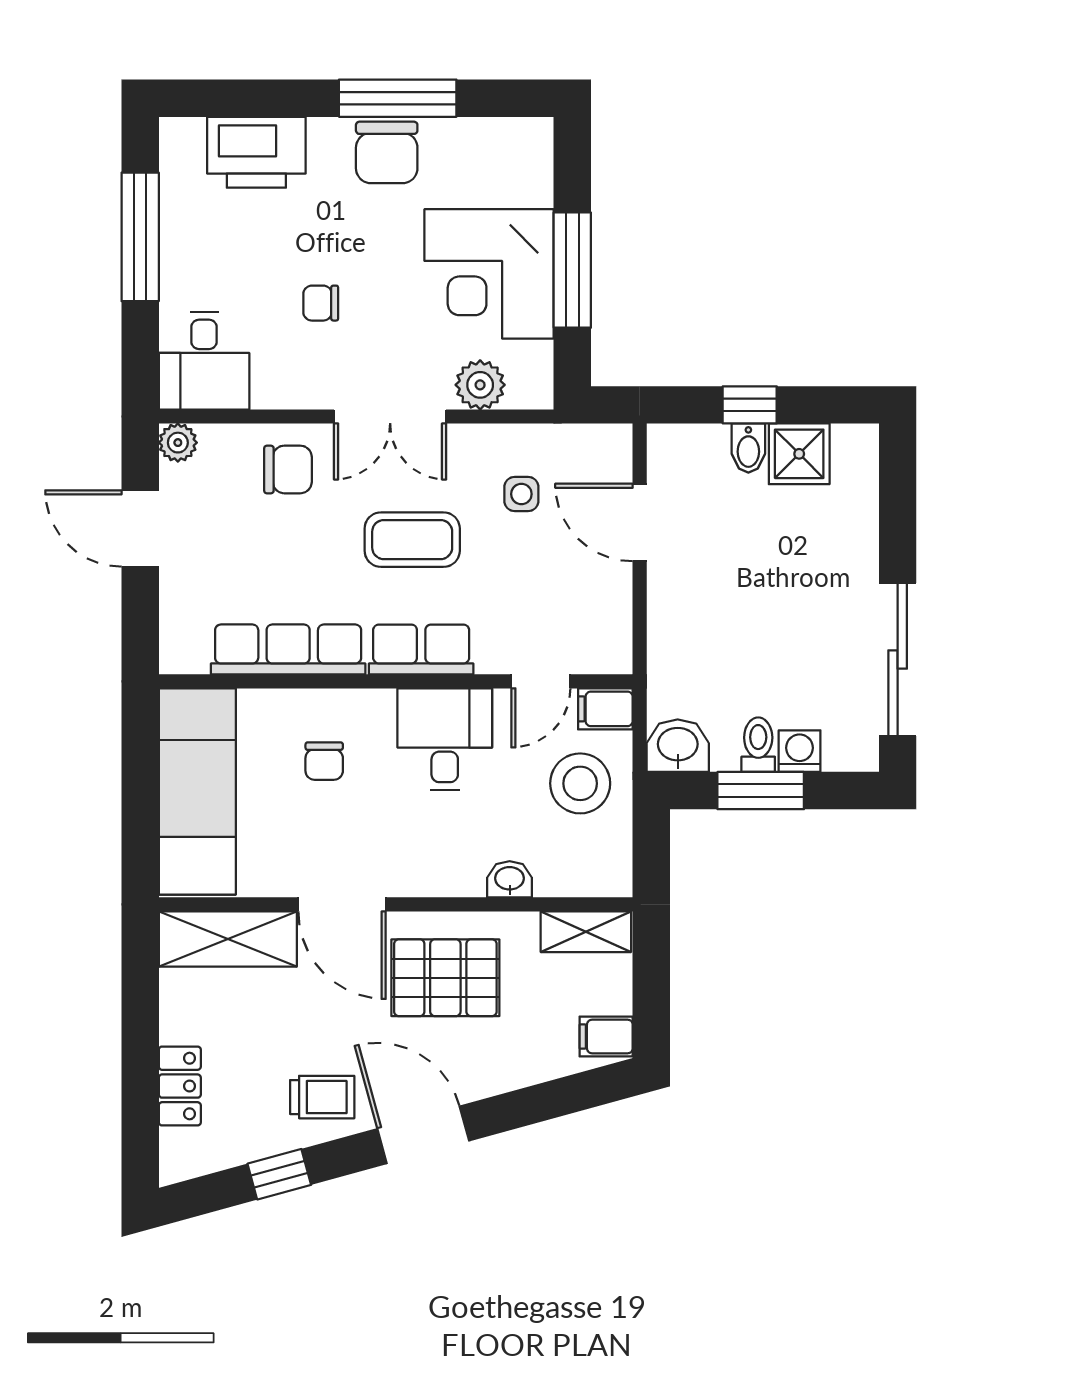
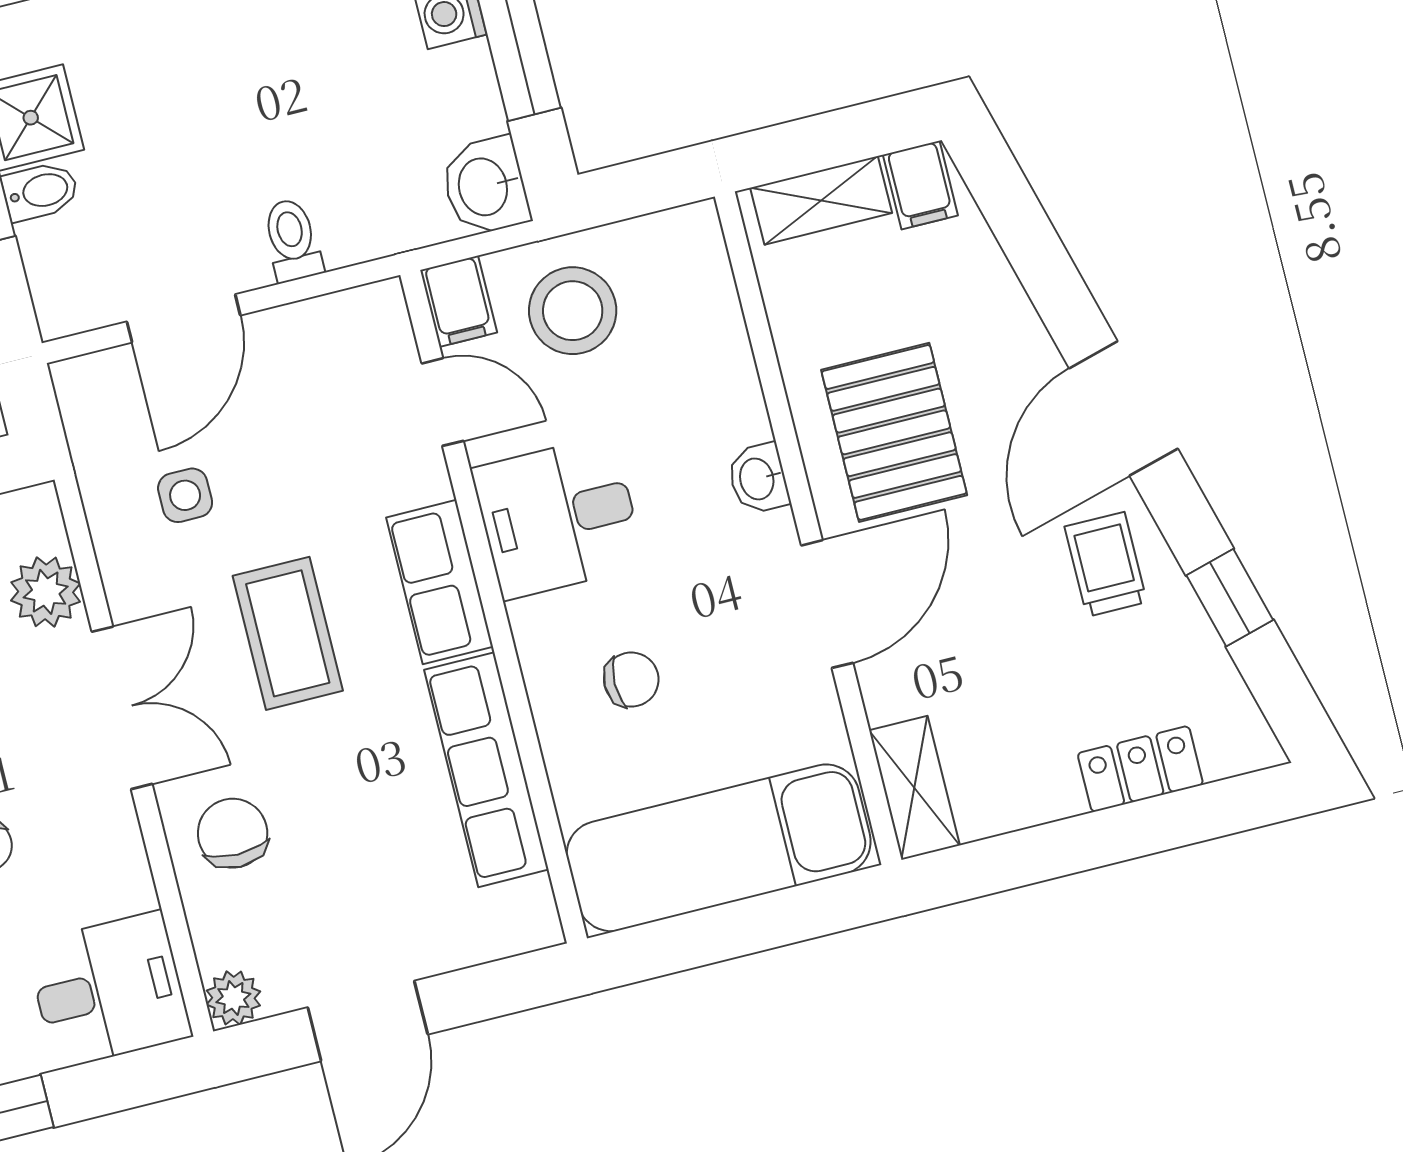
toilet: (758, 745) -> (292, 240), moved, turned 90
washbasin: (510, 879) -> (758, 479), moved
shelving: (586, 932) -> (821, 200), moved, turned 90
shelving: (228, 939) -> (914, 788), width x0.67, depth x0.75

